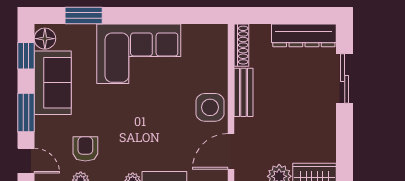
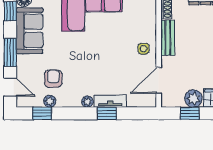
side table: (210, 107) -> (143, 49), width x0.54, depth x0.54

